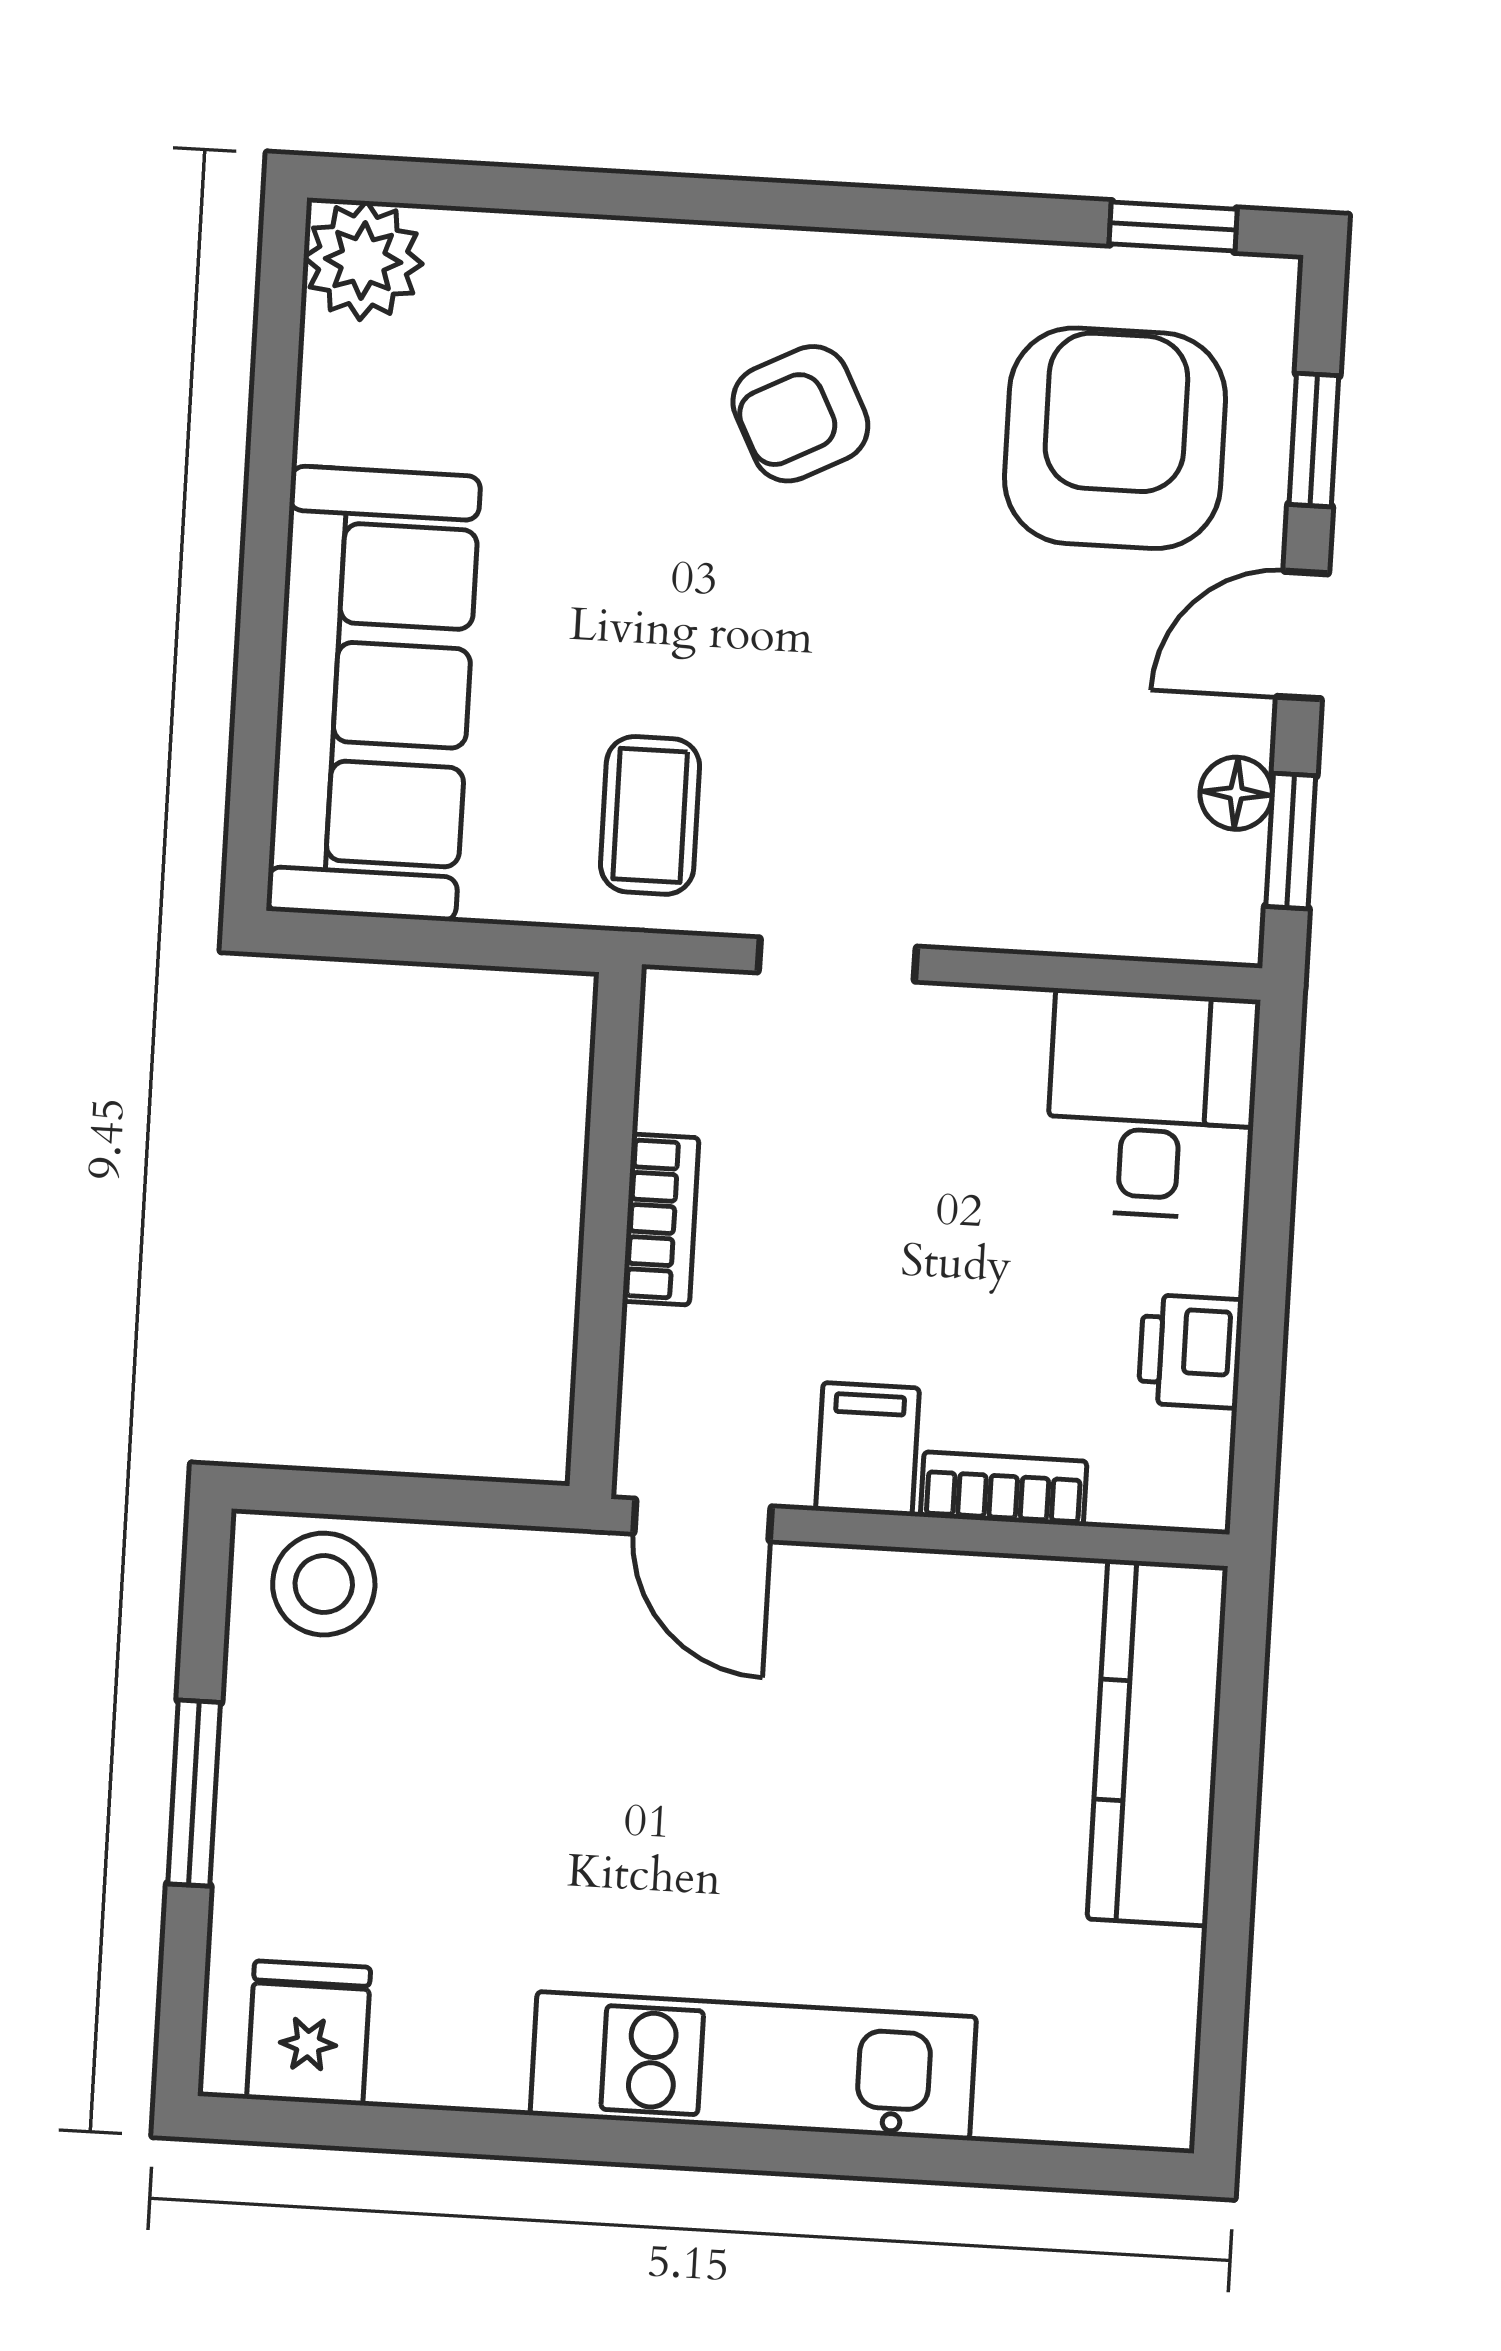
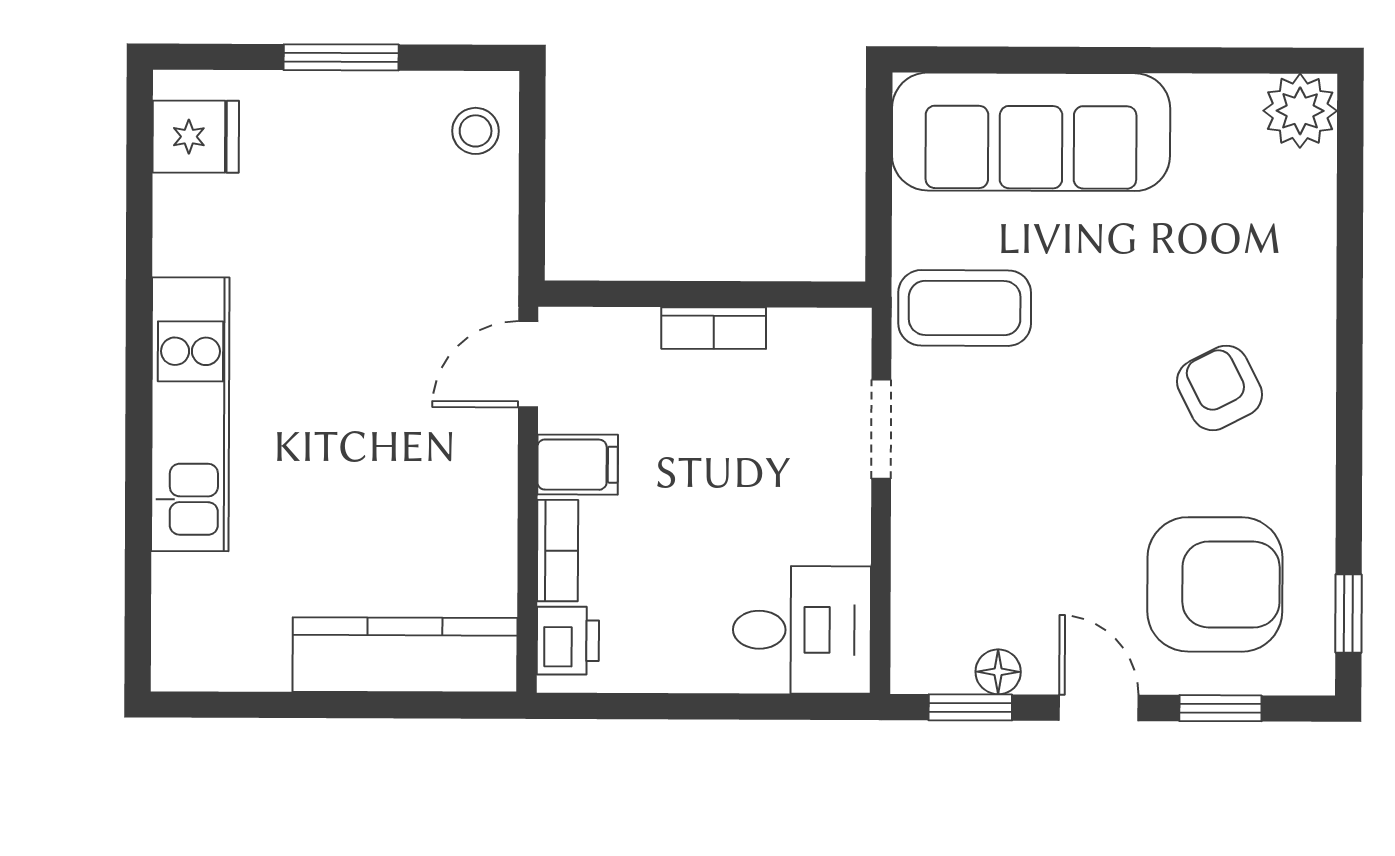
coffee table: (650, 815) -> (965, 308), width x1.36, depth x1.30
printer: (1191, 1351) -> (568, 641), moved, turned 90
stool: (324, 1584) -> (476, 131), width x0.73, depth x0.73

